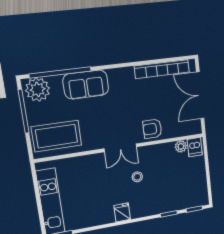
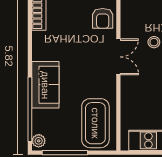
plant: (38, 89) -> (39, 141), width x0.53, depth x0.53

